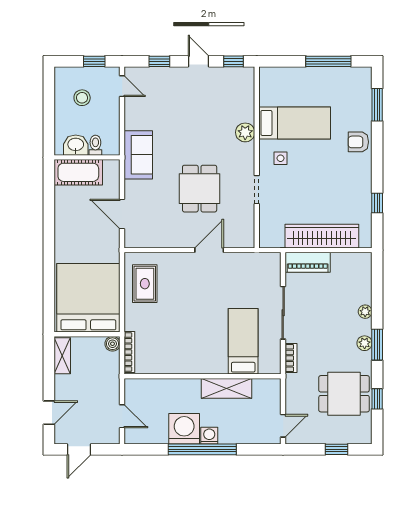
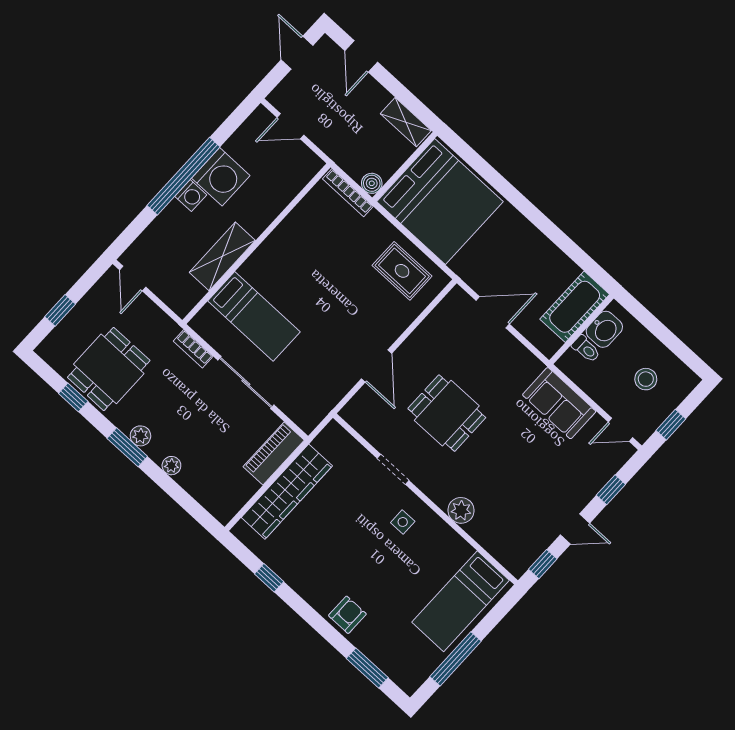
bed: (295, 123) -> (460, 601), moved
sofa: (138, 155) -> (559, 403), moved

